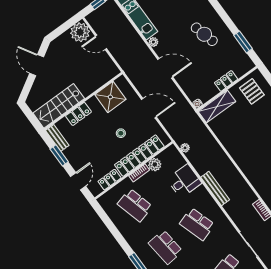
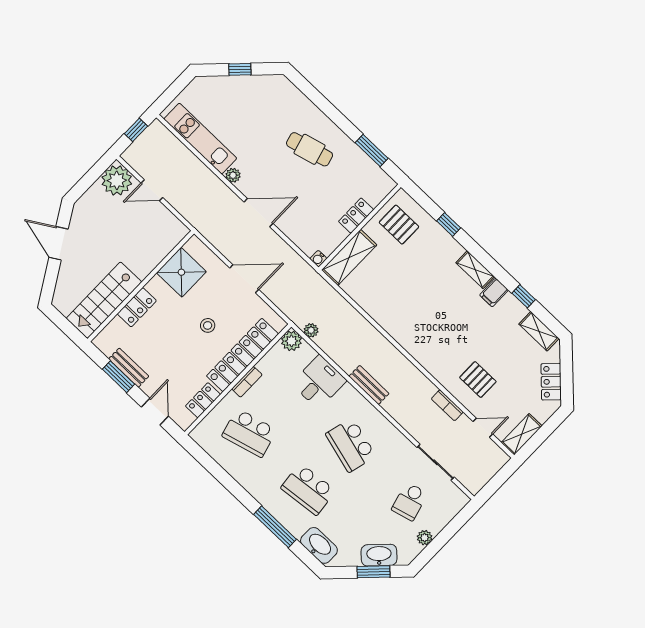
bench: (57, 138) -> (129, 368), moved
plant: (155, 165) -> (291, 341), moved
bench: (215, 188) -> (369, 385), width x0.73
school desk: (197, 224) -> (351, 445), turned 33

